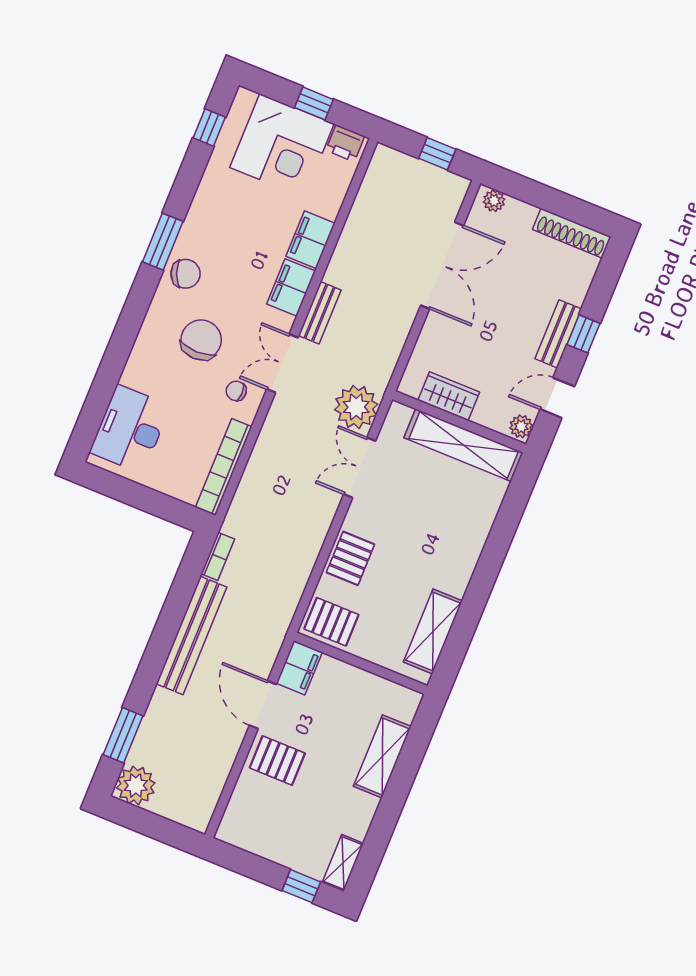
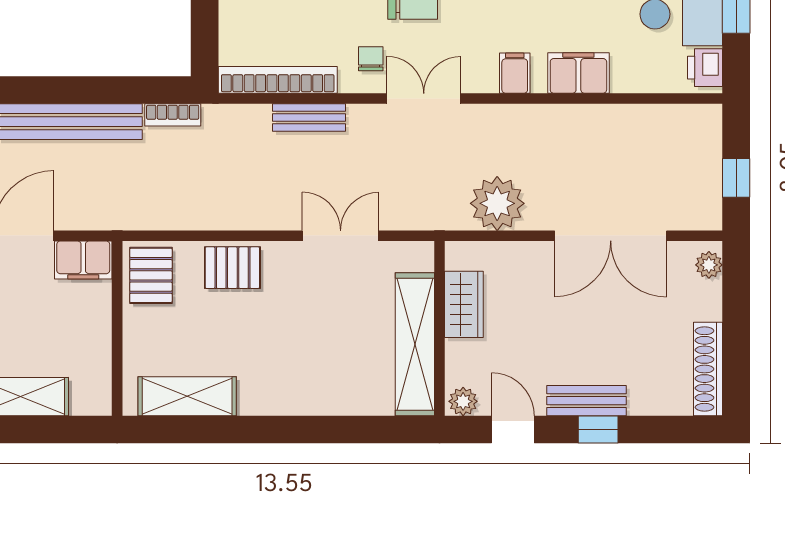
filing cabinet: (291, 287) -> (515, 73), width x0.50
bench: (320, 313) -> (309, 118), moved
plant: (356, 407) -> (497, 203), moved

